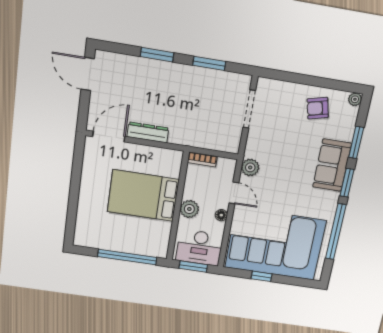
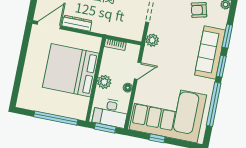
sofa: (332, 165) -> (210, 52), width x1.36
plant: (250, 167) -> (152, 40), moved
door: (234, 193) -> (138, 71), hinge flipped
bed: (143, 196) -> (71, 70), width x1.36

